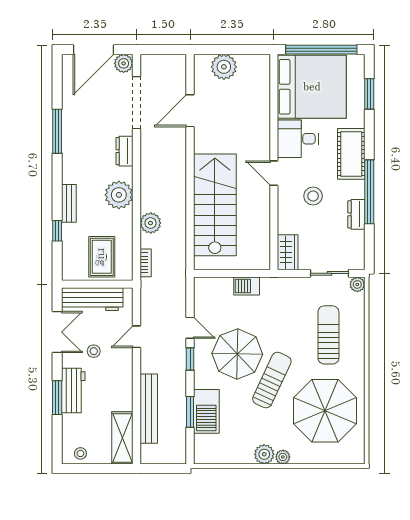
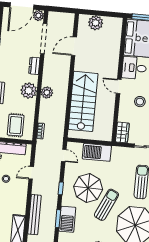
plant: (151, 223) -> (47, 92), moved
barbecue: (247, 286) -> (97, 152), width x1.88, depth x1.53
door: (190, 328) -> (64, 155), moved

